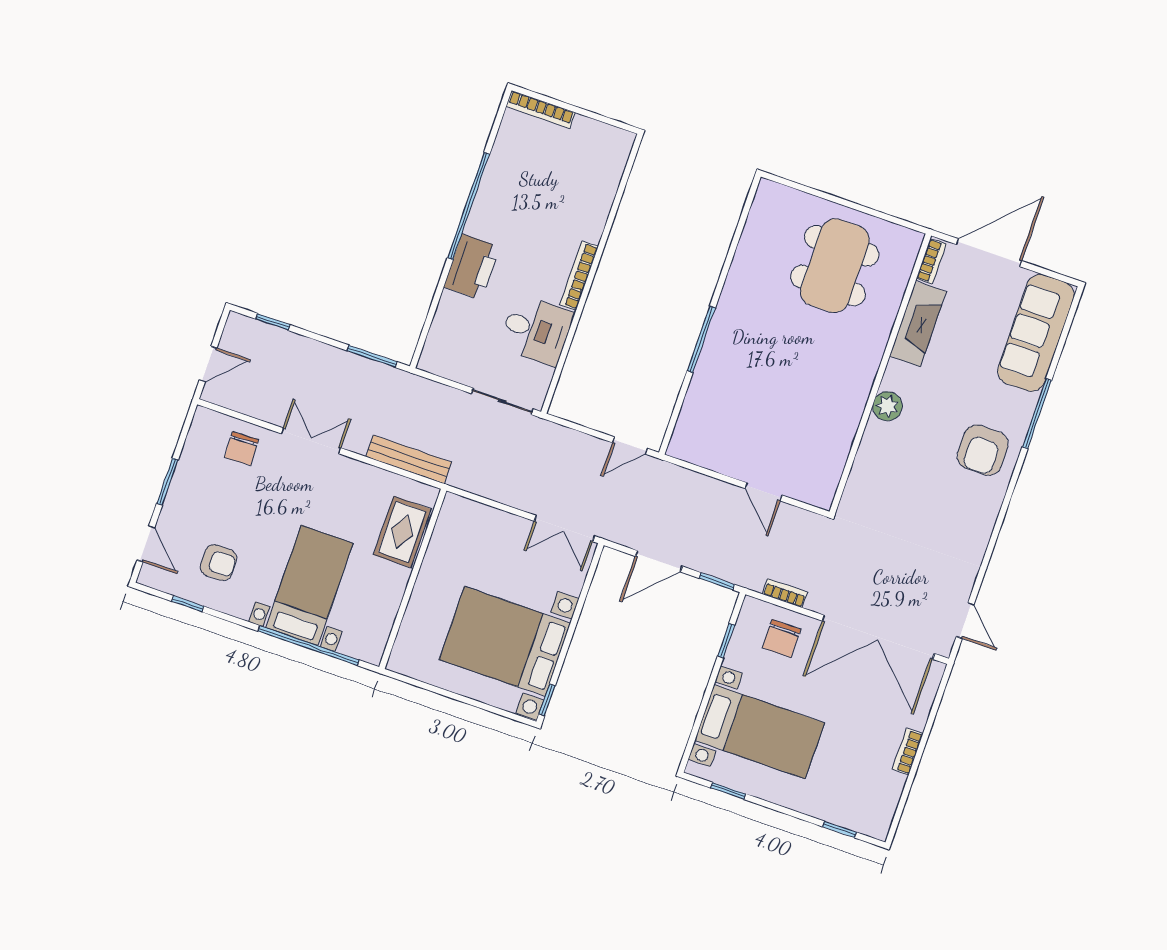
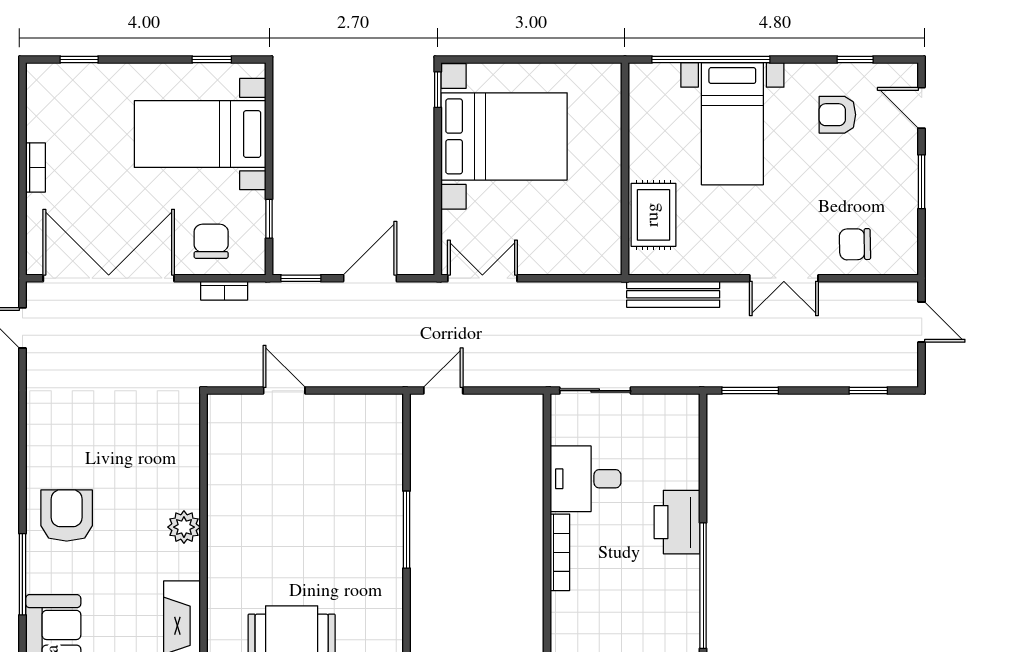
door: (208, 364) -> (922, 322), swing flipped
chair: (241, 449) -> (855, 244), turned -89

